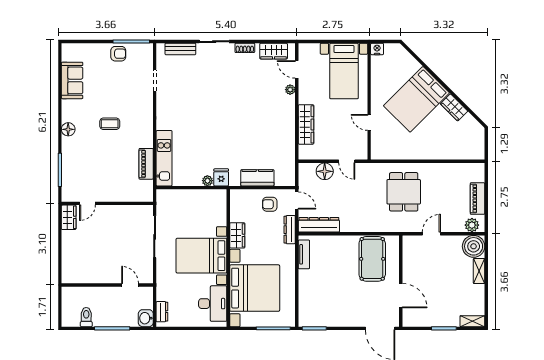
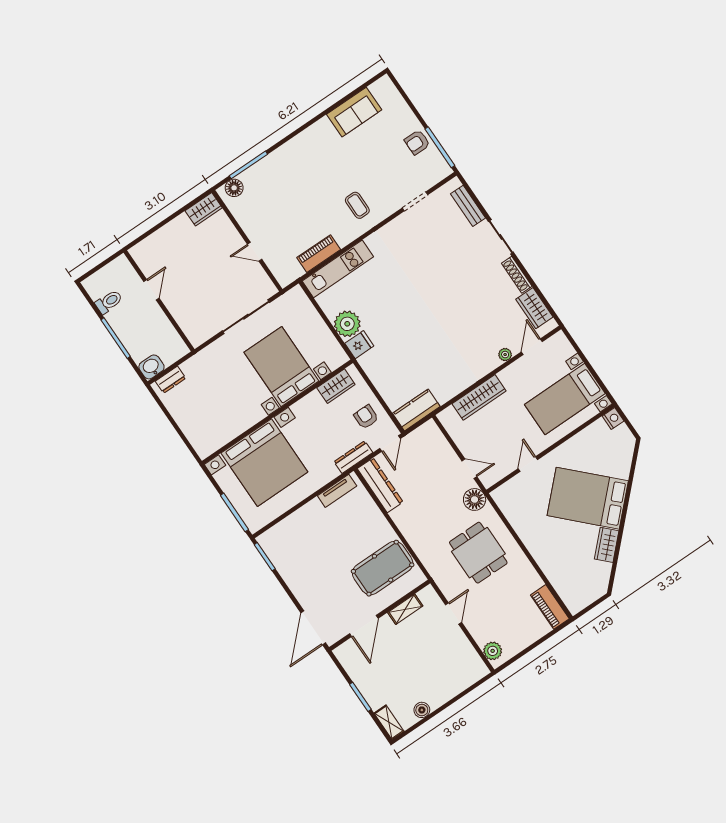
shoe rack: (245, 48) -> (517, 275), width x1.43
armchair: (118, 54) -> (417, 142), turned 90
coffee table: (110, 124) -> (357, 205), moved
floor lamp: (68, 129) -> (234, 188), moved
door: (347, 161) -> (469, 469), swing flipped
floor lamp: (325, 171) -> (475, 499), moved
kitchen counter: (257, 178) -> (416, 410), moved, turned -90
plant: (207, 181) -> (347, 324), width x1.88, depth x1.88
dining table: (404, 192) -> (478, 553), turned 90
piano: (478, 199) -> (550, 607), moved, turned -90
door: (87, 203) -> (255, 252), moved
door: (431, 234) -> (453, 613), hinge flipped
wardrobe: (237, 235) -> (336, 386), moved
boiler: (474, 246) -> (422, 710), moved, width x0.54, depth x0.54
bed with nightstands: (201, 256) -> (281, 367), moved
shelving: (479, 271) -> (405, 609), moved
door: (130, 285) -> (151, 290), moved
desk: (213, 304) -> (217, 429), removed

